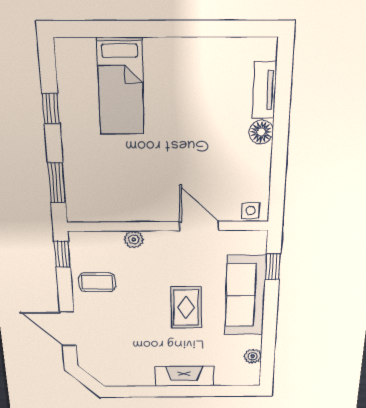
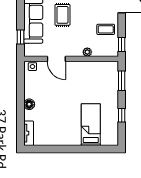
tv unit: (264, 90) -> (29, 133), moved

